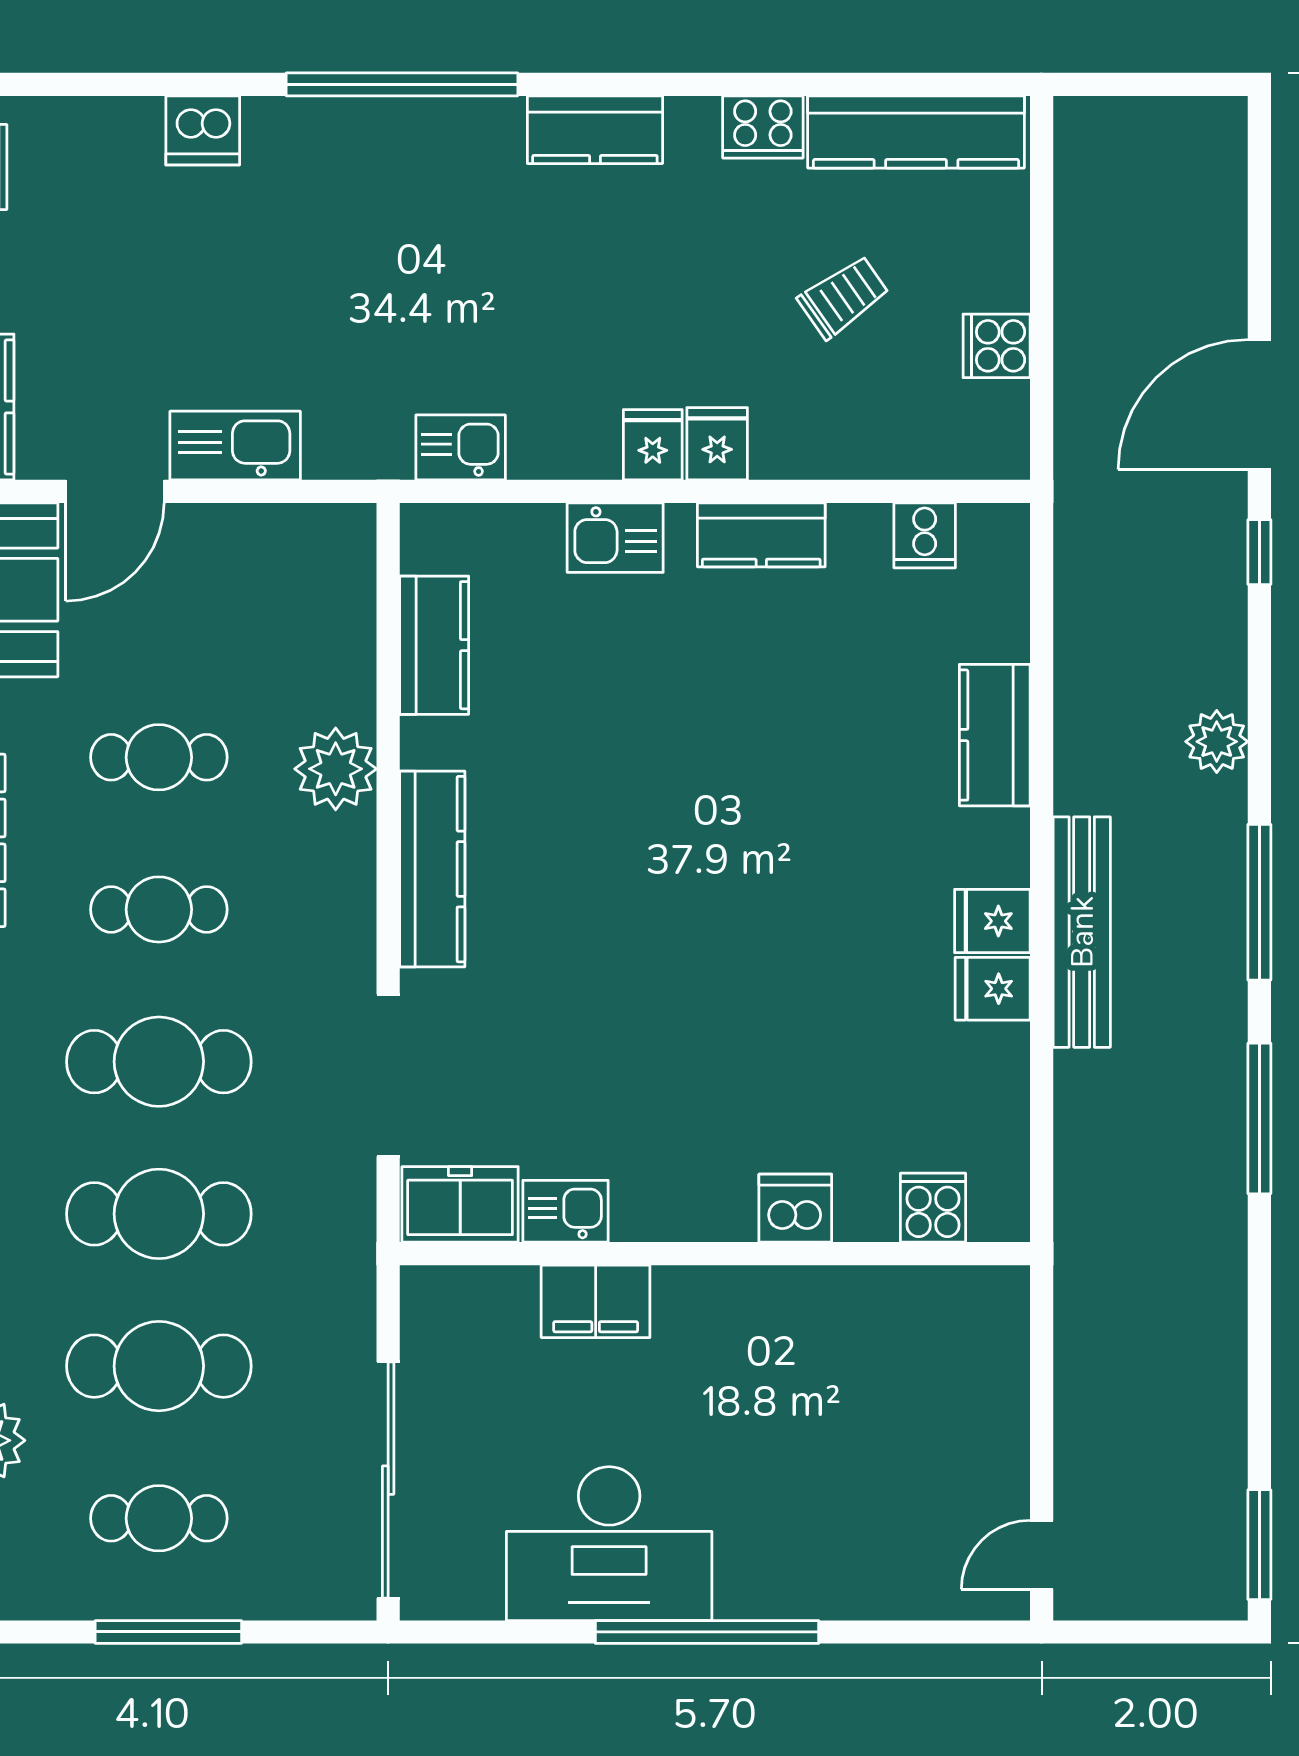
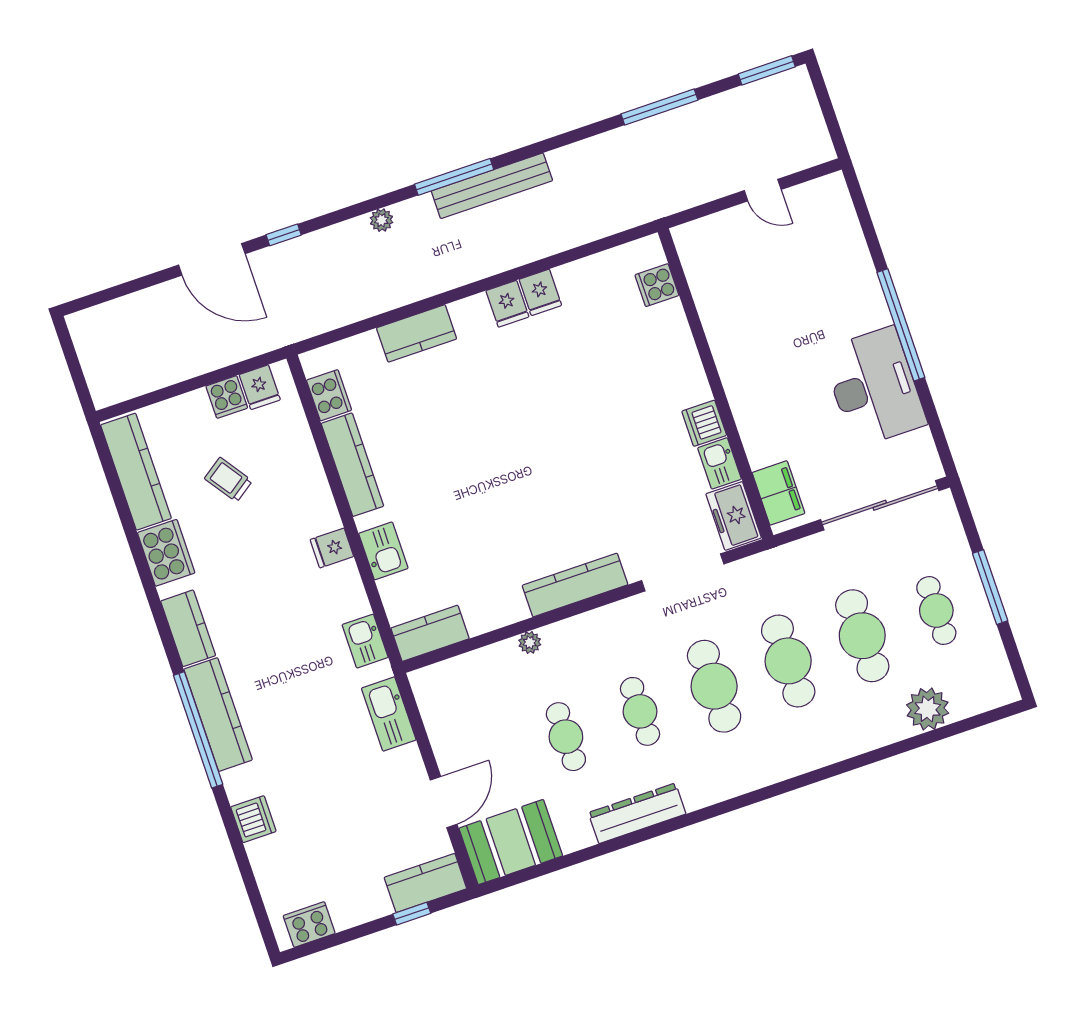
cooker: (763, 127) -> (166, 553), width x1.37, depth x1.31
kitchen counter: (418, 131) -> (218, 715), added
fridge: (717, 444) -> (260, 387), moved, turned -90
kitchen sink: (235, 445) -> (389, 714), moved
door: (115, 491) -> (444, 802), hinge flipped
kitchen counter: (761, 535) -> (352, 465), width x1.50
cooker: (925, 535) -> (329, 395), width x1.36
kitchen counter: (434, 645) -> (430, 633), moved
plant: (1217, 742) -> (381, 220), width x0.73, depth x0.73
plant: (336, 769) -> (530, 643), width x0.53, depth x0.53
bench: (1082, 932) -> (492, 186), moved
window: (1259, 1118) -> (659, 107), moved
dishwasher: (795, 1208) -> (704, 423), moved
filing cabinet: (596, 1301) -> (778, 493), moved
door: (1042, 1555) -> (763, 190), moved

